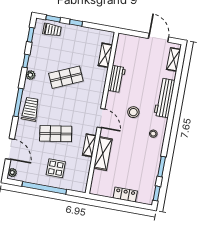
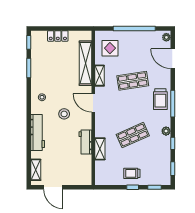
trolley: (52, 30) -> (132, 173), moved
shelving: (105, 55) -> (100, 149), moved
shelving: (103, 153) -> (86, 63), width x1.47
display table: (56, 168) -> (110, 48), moved

